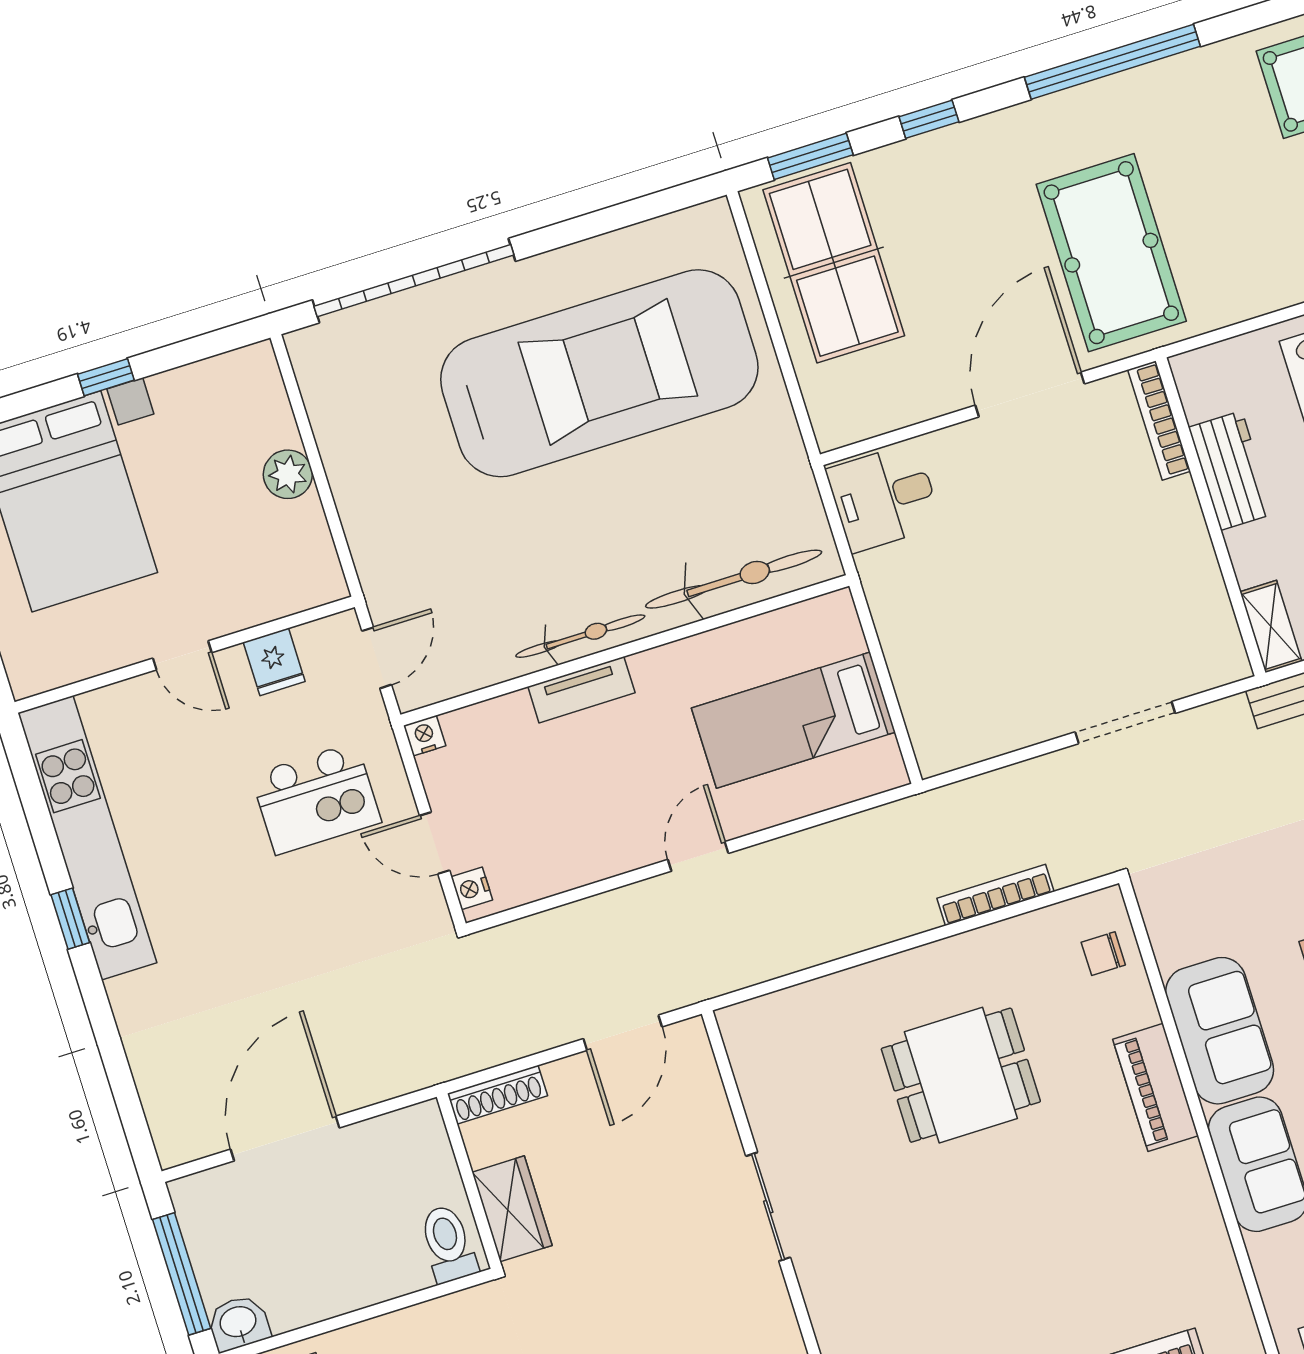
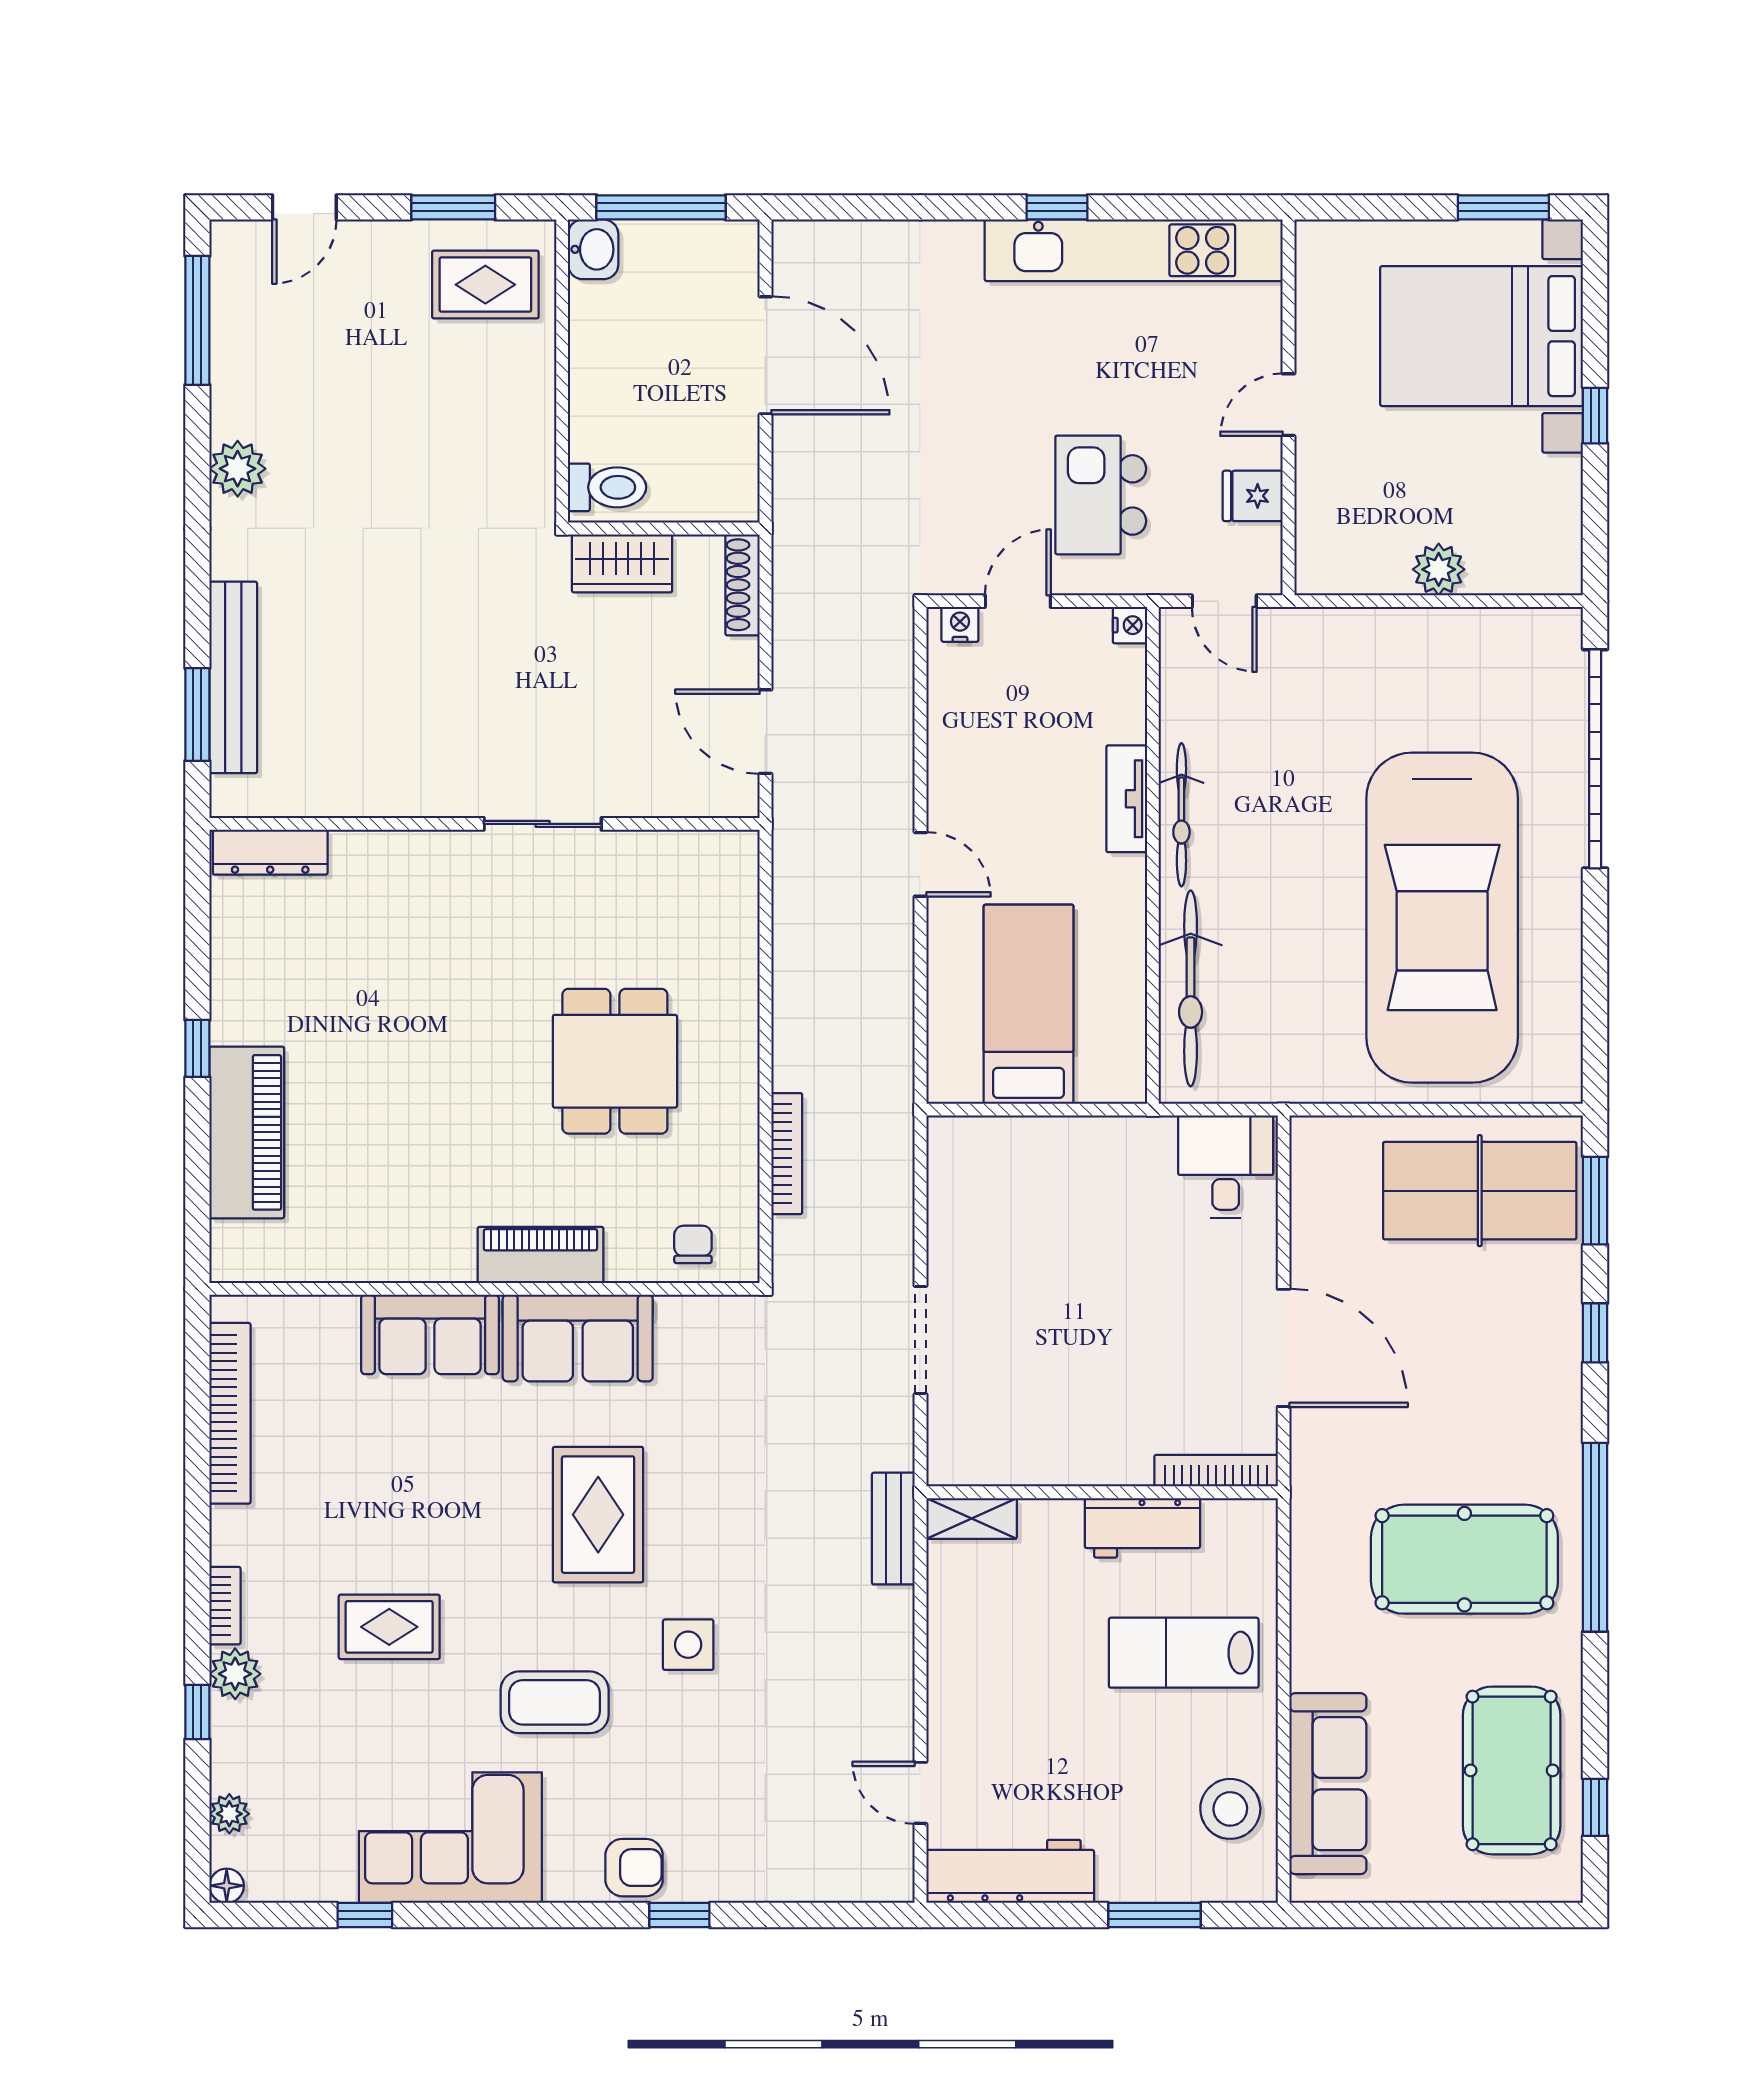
pool table: (1111, 253) -> (1464, 1559), moved

